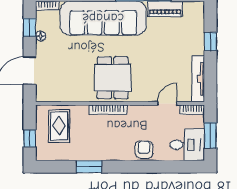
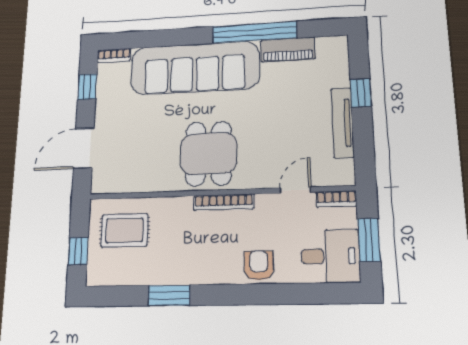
floor lamp: (41, 36) -> (102, 98), removed
tv unit: (198, 79) -> (342, 123), moved
bookcase: (108, 110) -> (224, 202), moved
rug: (59, 126) -> (124, 230), turned 90

